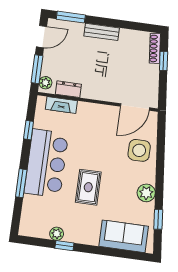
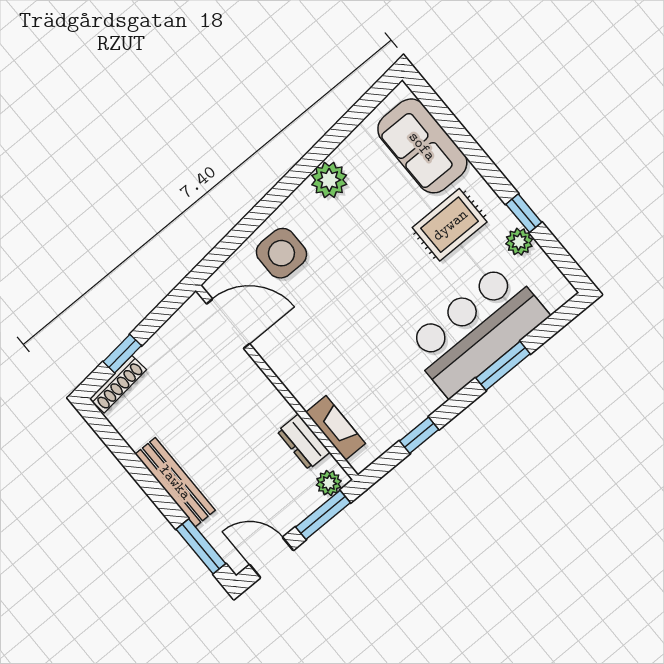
bench: (102, 32) -> (175, 482), width x1.36
bar counter: (46, 163) -> (477, 330), moved
rug: (88, 187) -> (450, 225), moved
window: (158, 219) -> (347, 124), removed

